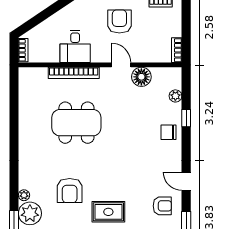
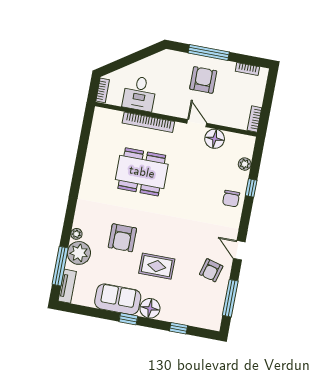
desk: (75, 46) -> (140, 94), moved
chair: (169, 132) -> (231, 199), turned -90
armchair: (162, 206) -> (211, 270), turned 105

